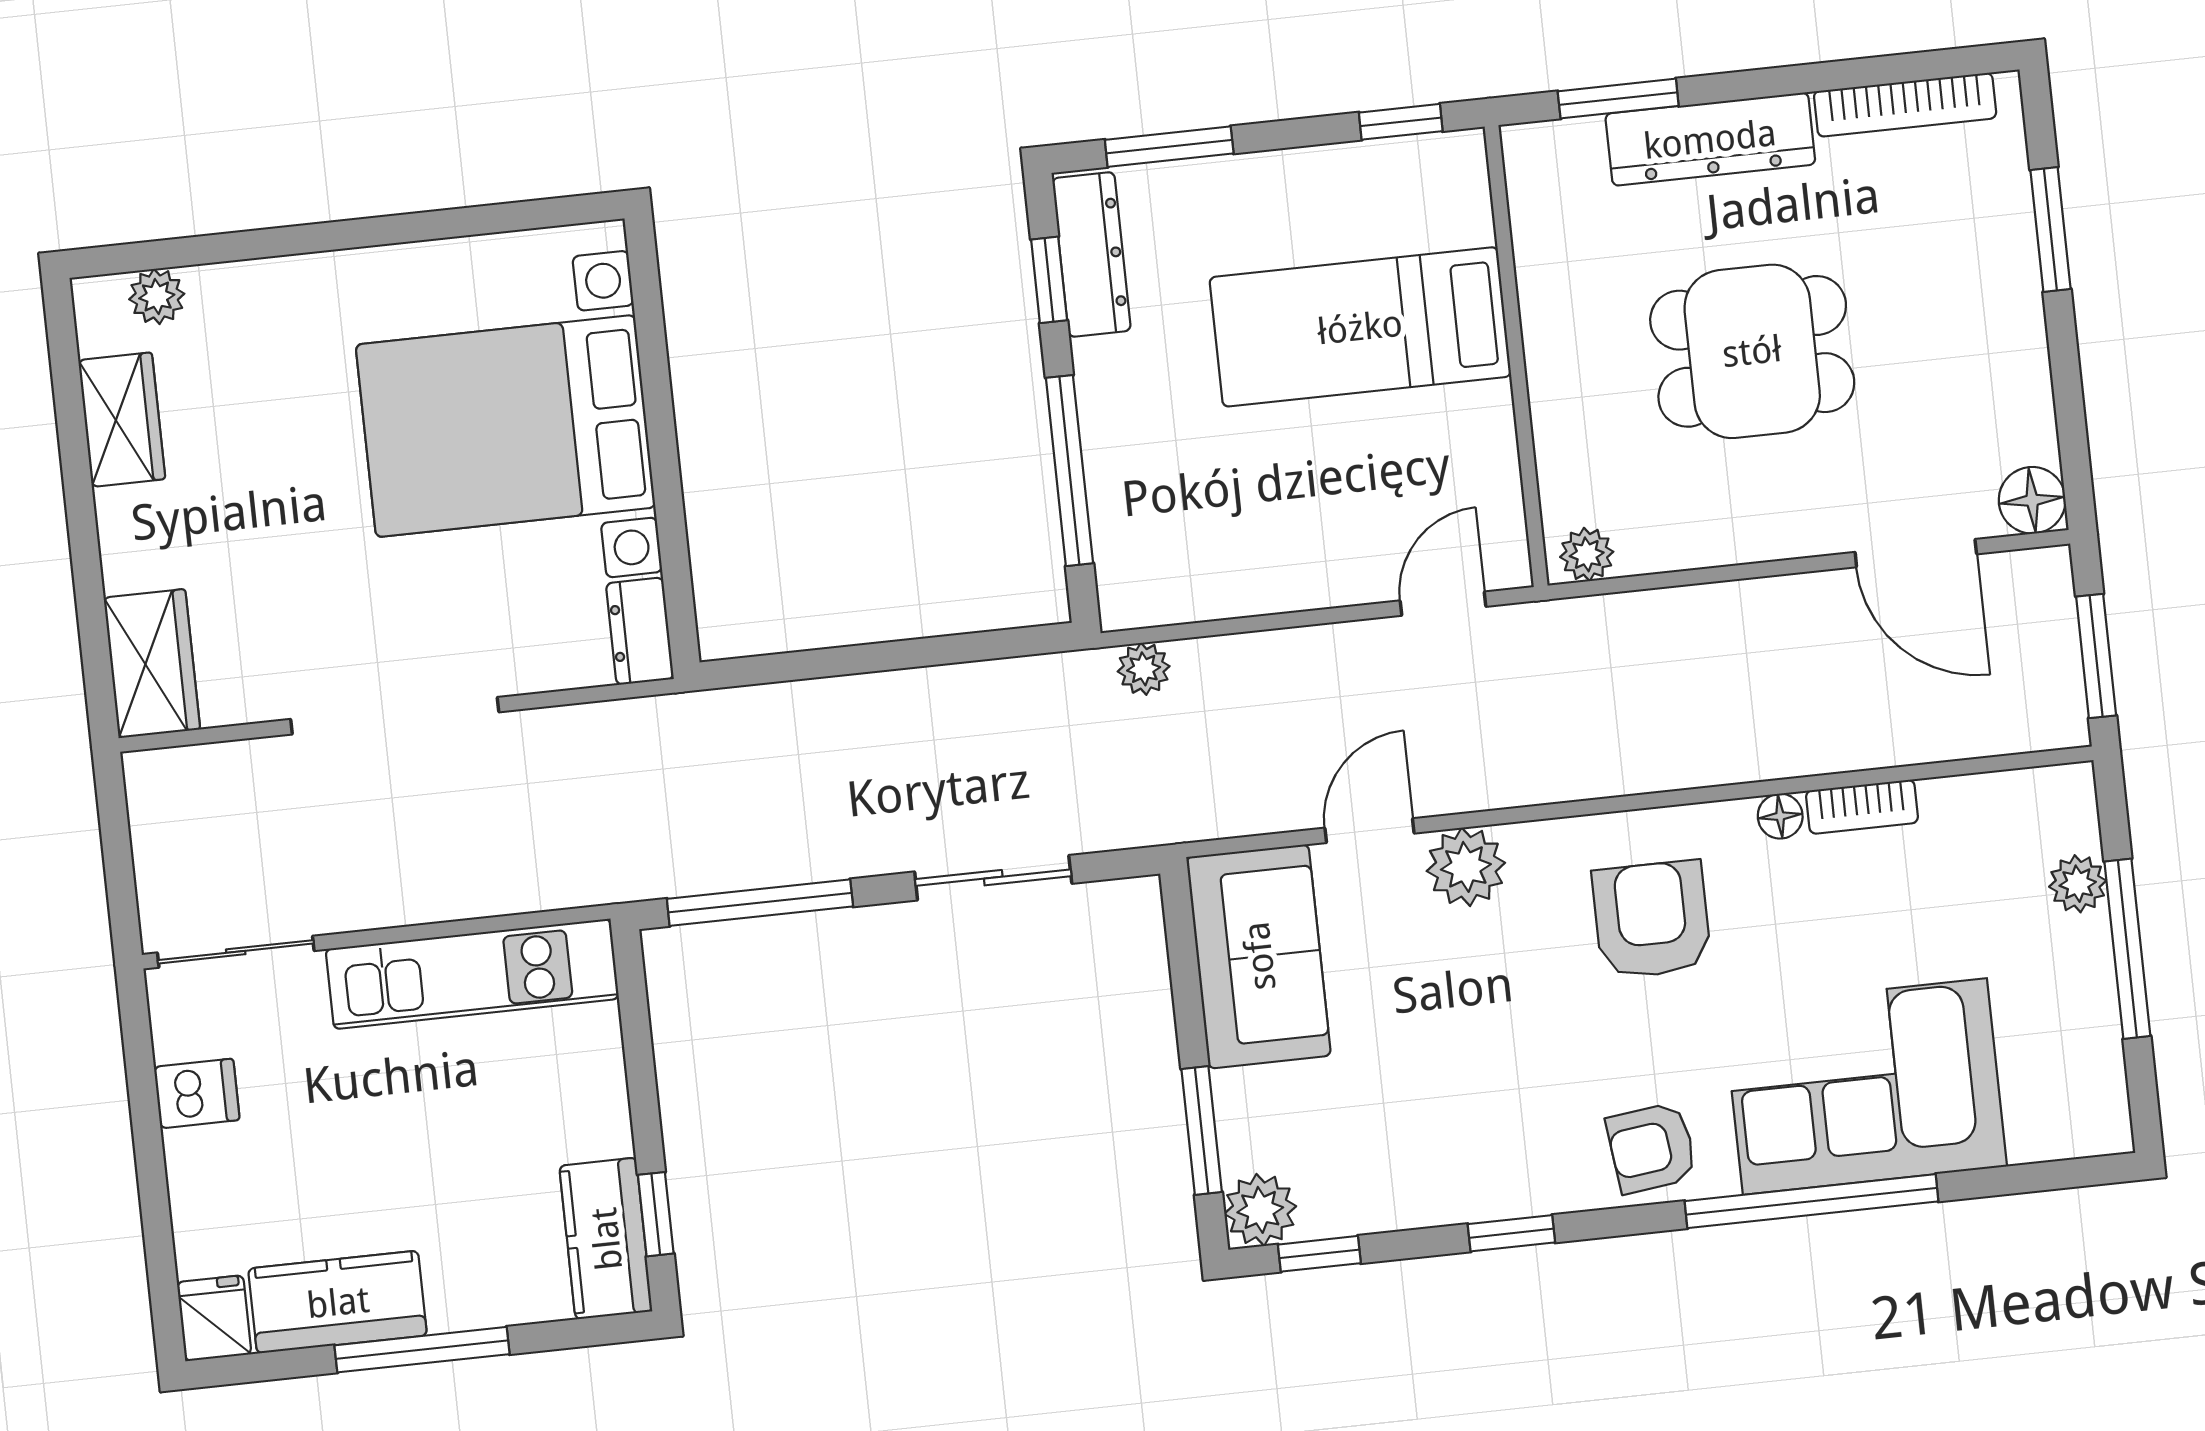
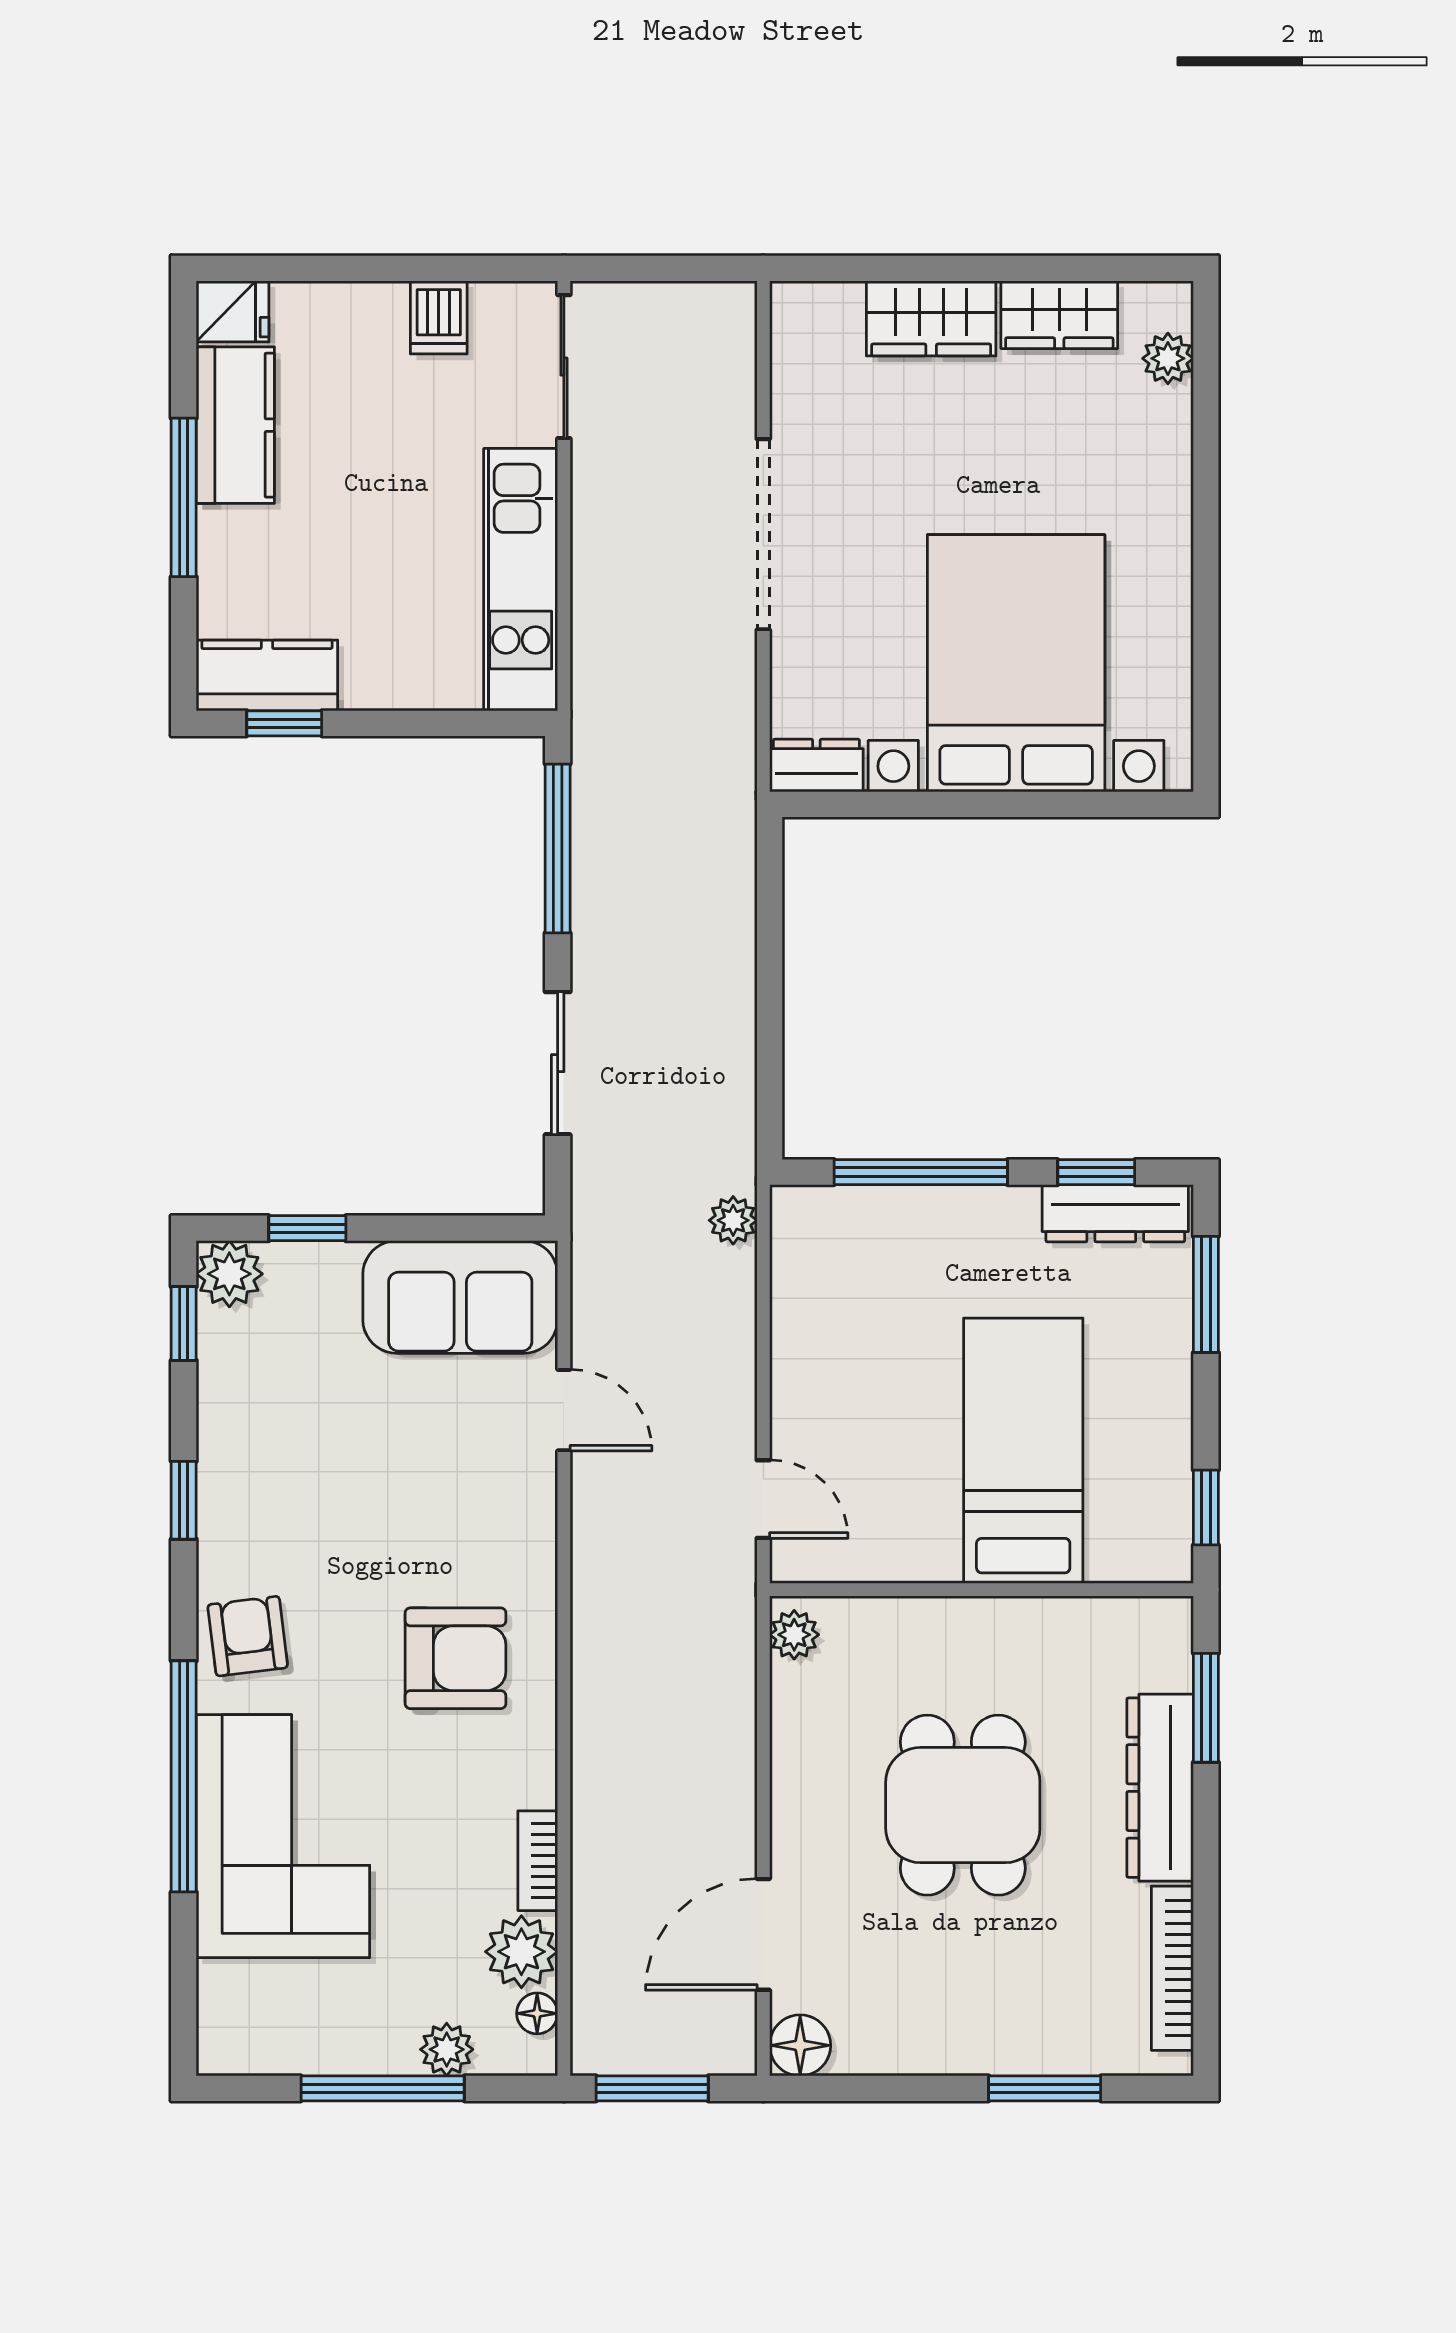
wardrobe: (152, 664) -> (931, 318), moved
floor lamp: (1780, 816) -> (537, 2013), moved
plant: (1466, 867) -> (521, 1952), moved
window: (1202, 1131) -> (307, 1228), width x0.67

